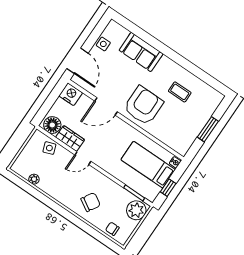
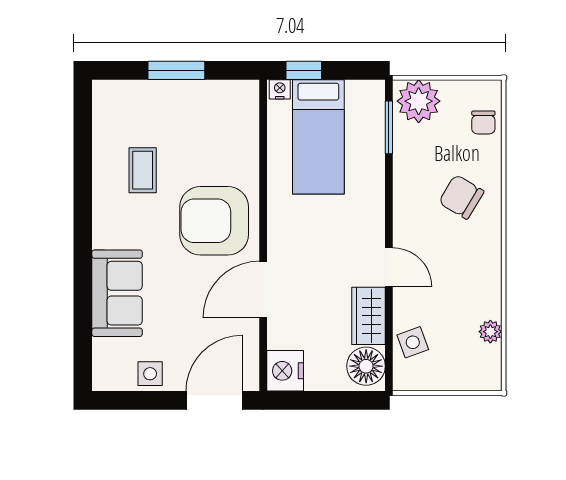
door: (106, 106) -> (263, 290), swing flipped
window: (168, 188) -> (304, 70), moved

